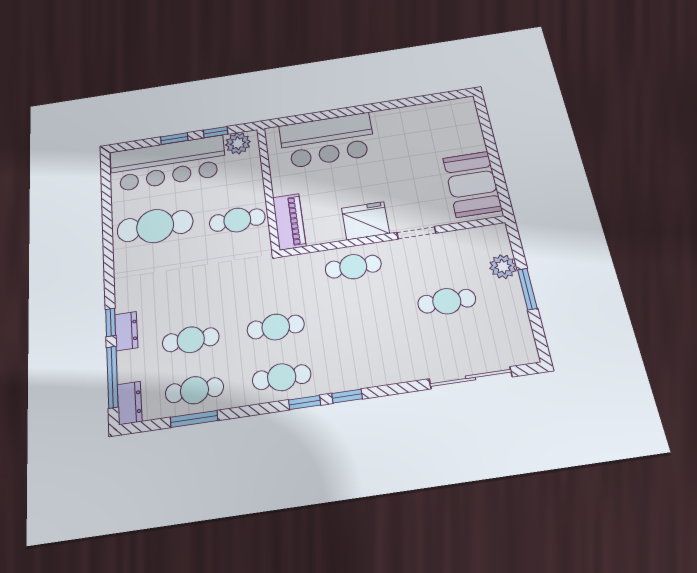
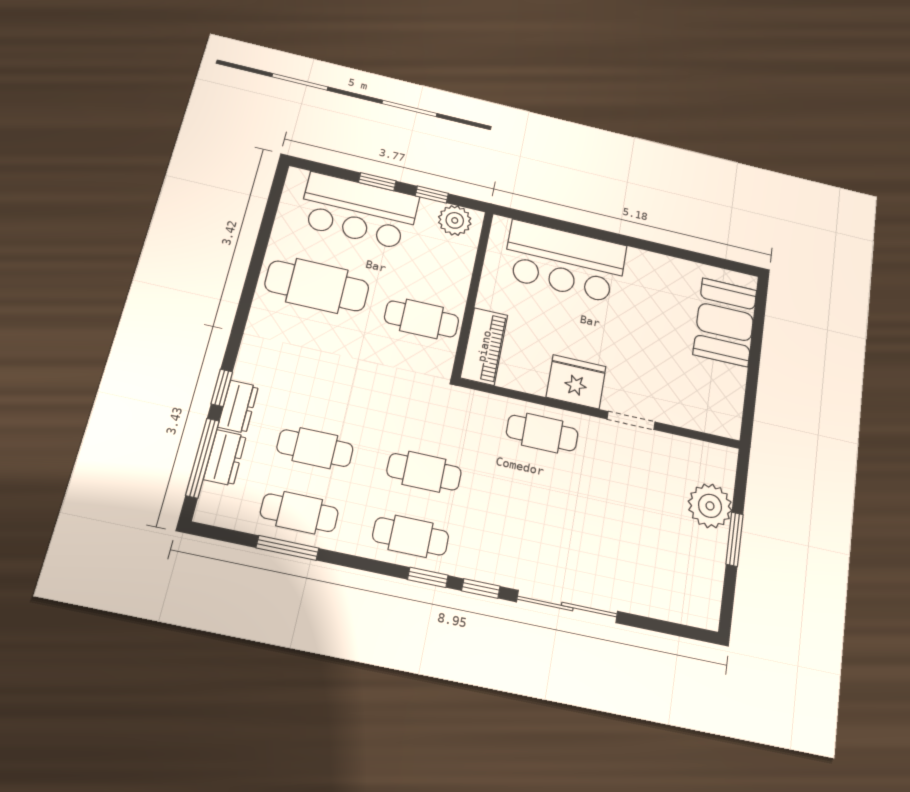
bar counter: (168, 163) -> (359, 211), width x0.73
booth: (472, 184) -> (725, 322), moved
plant: (503, 267) -> (710, 506), width x1.36, depth x1.36
cafe table: (447, 301) -> (637, 518), removed
sliding door: (471, 378) -> (567, 607), moved
dresser: (130, 403) -> (225, 458), moved

